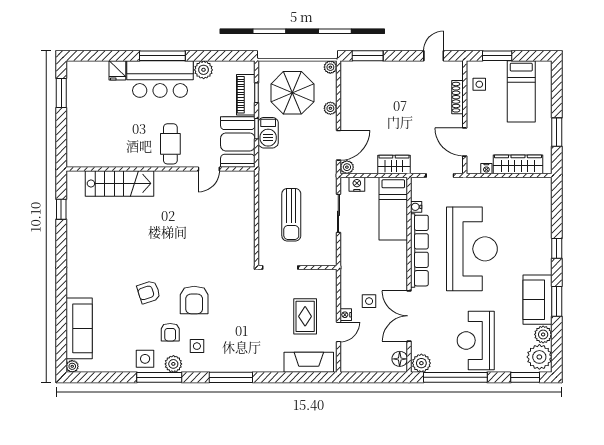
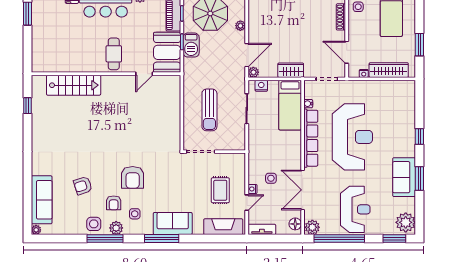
armchair: (149, 292) -> (83, 186), moved
plant: (543, 334) -> (409, 205), removed
reception desk: (476, 340) -> (355, 209), turned 180
sofa: (245, 358) -> (173, 223), added
tv unit: (358, 366) -> (262, 229), added

